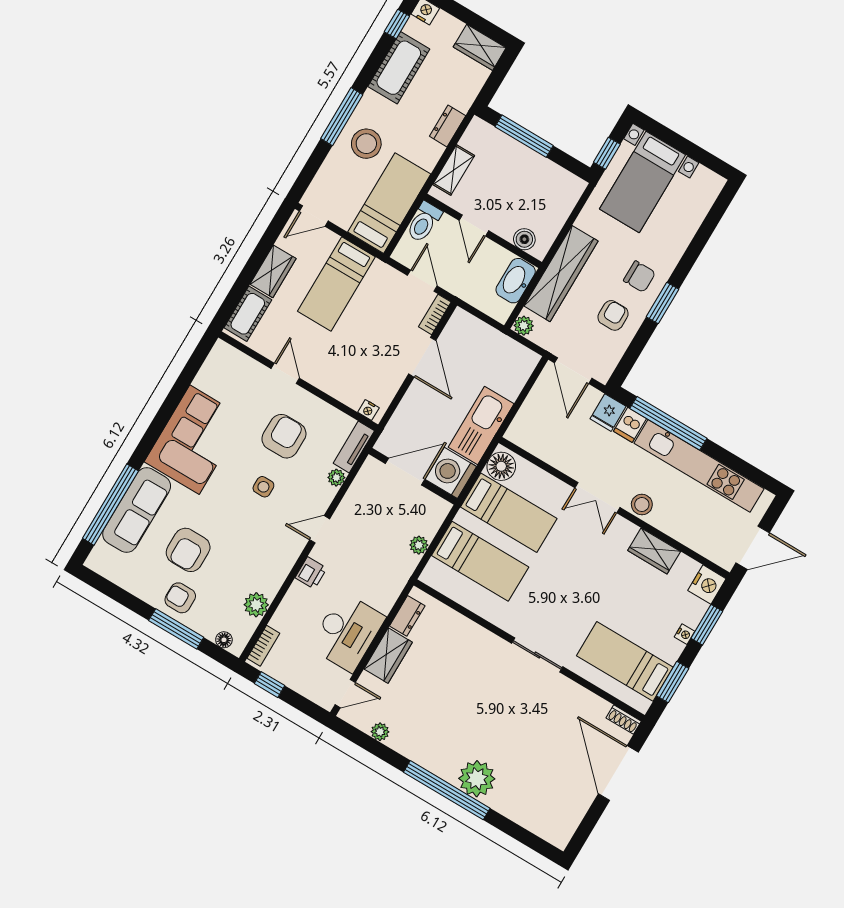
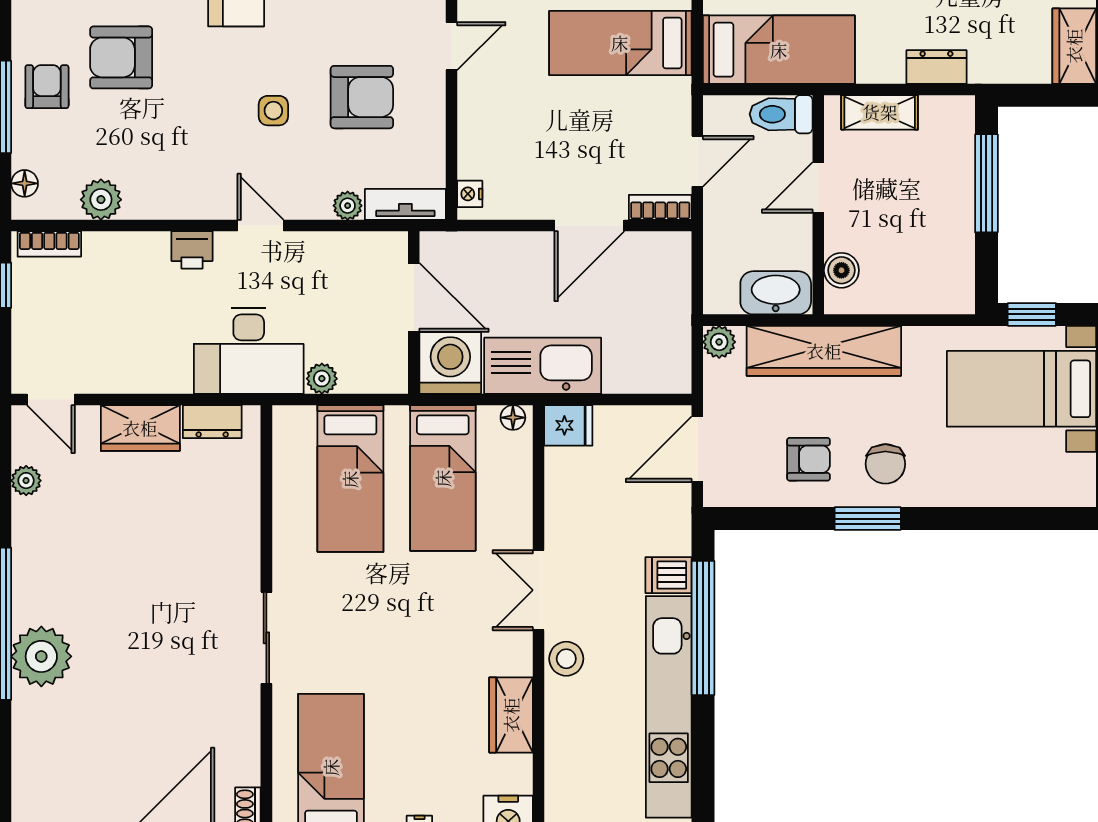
fridge: (608, 413) -> (568, 425), moved, turned 180
floor lamp: (501, 466) -> (513, 418), width x0.53, depth x0.53
desk: (347, 632) -> (249, 351), moved

